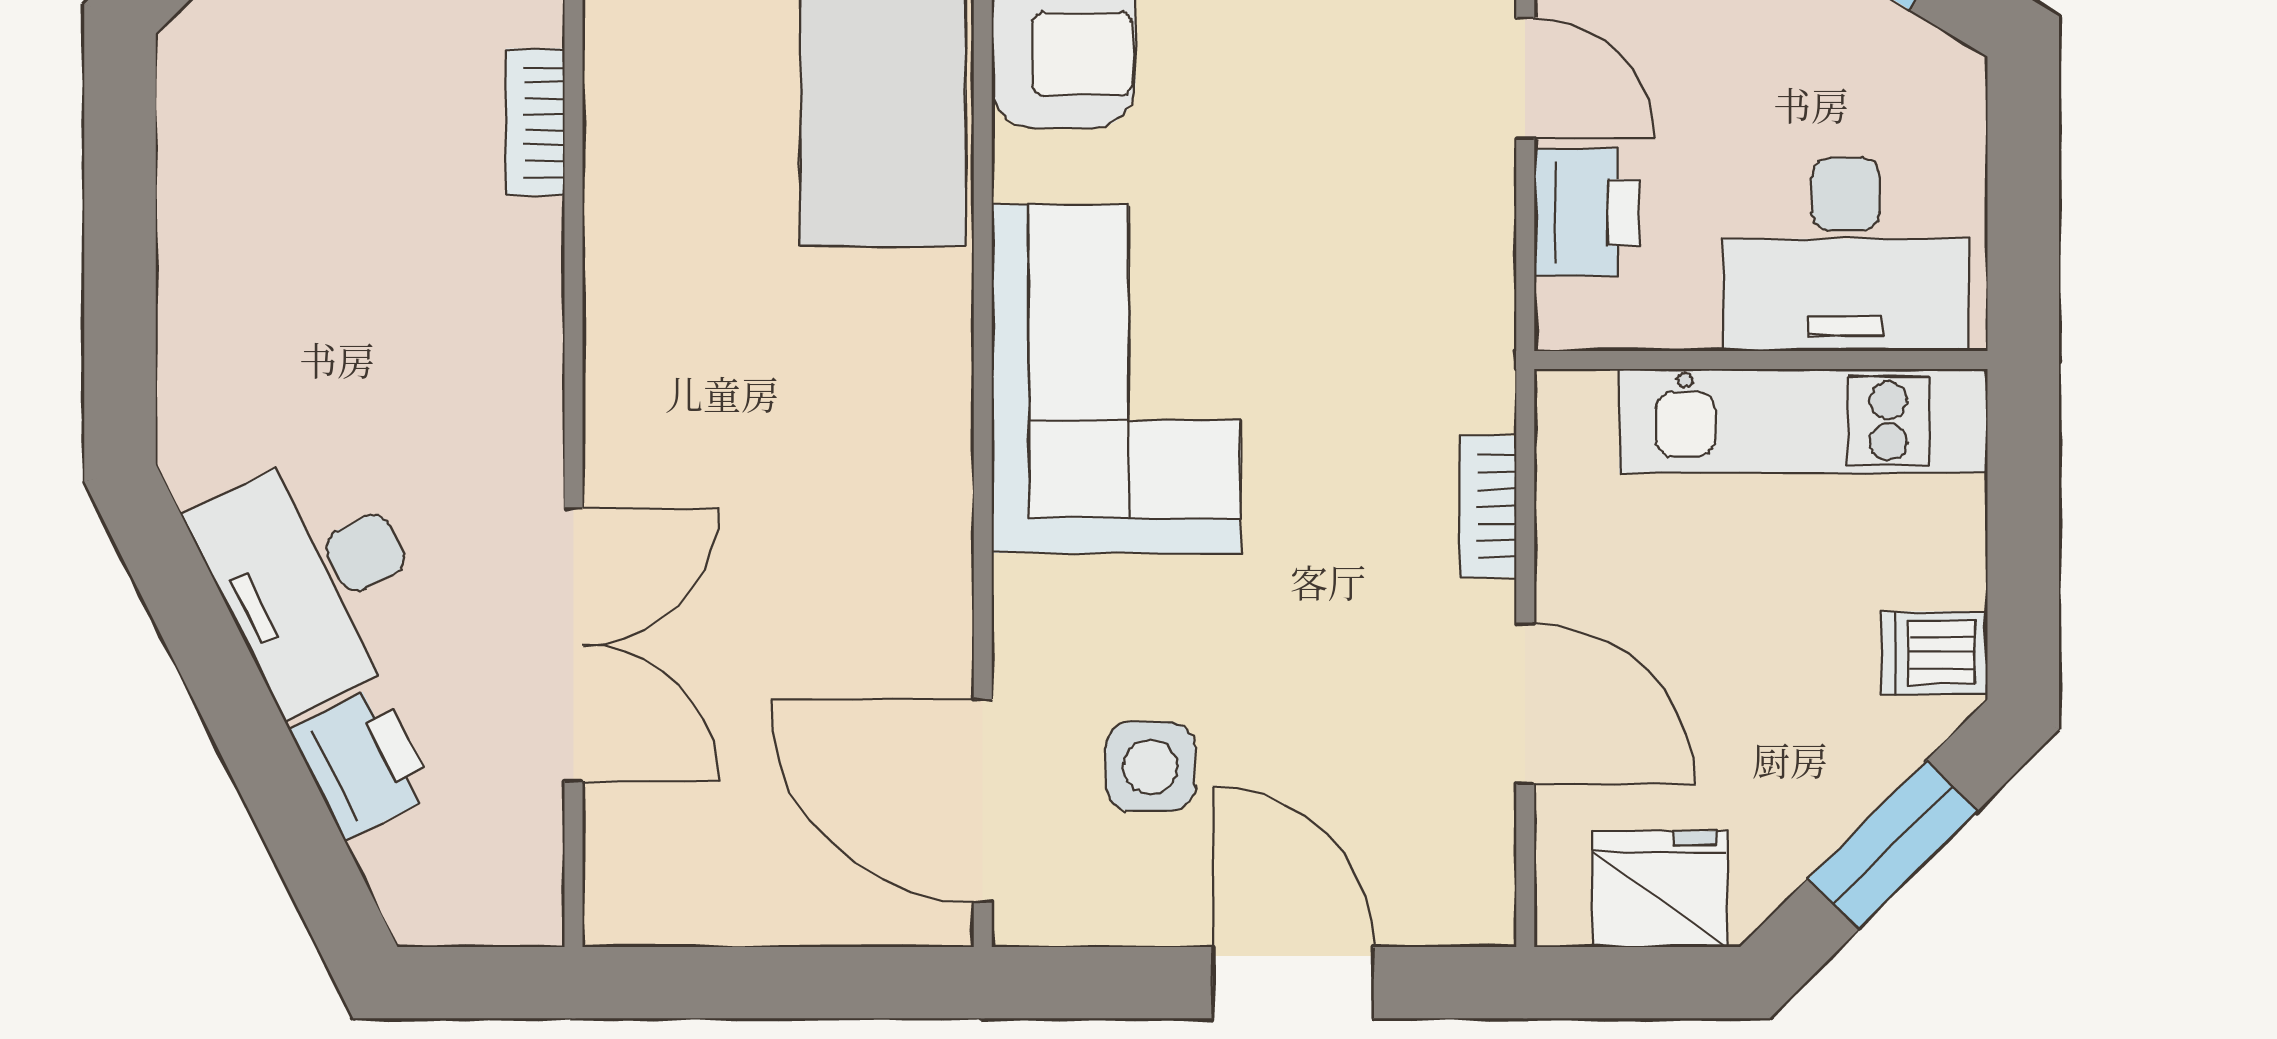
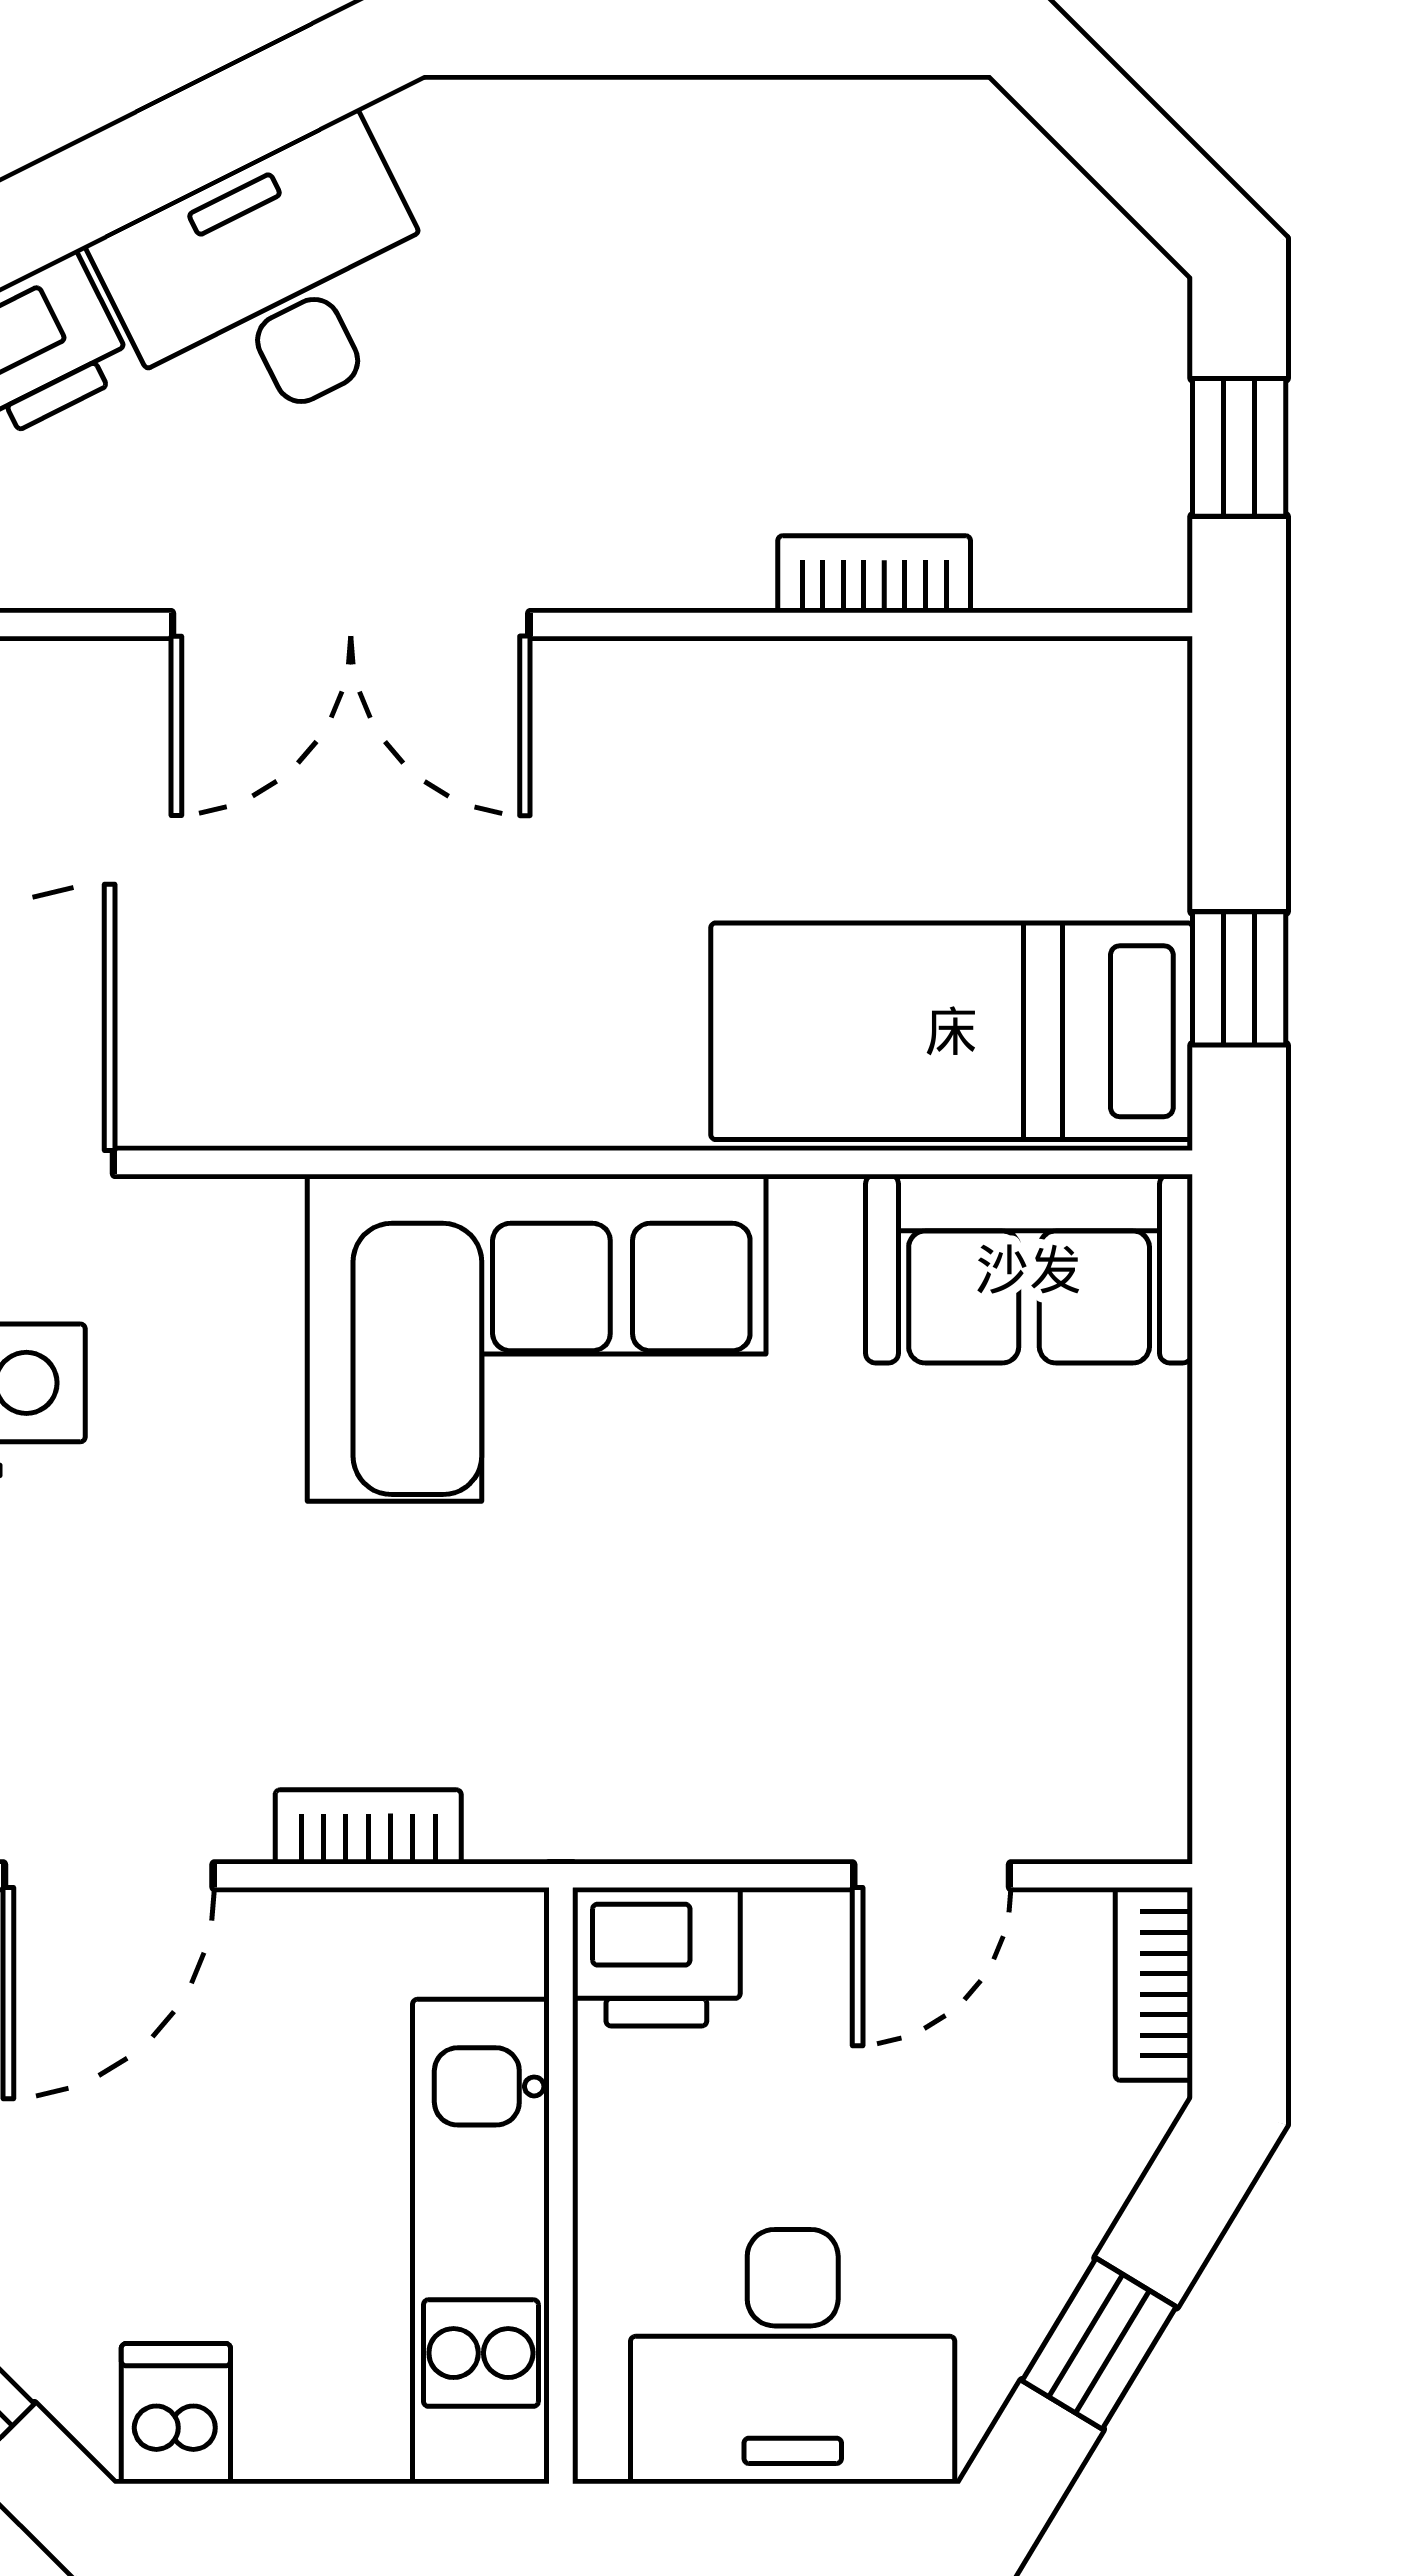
printer: (1587, 212) -> (656, 1957), moved
desk: (1846, 254) -> (793, 2357), moved, turned -90
double door: (574, 645) -> (351, 624), moved

